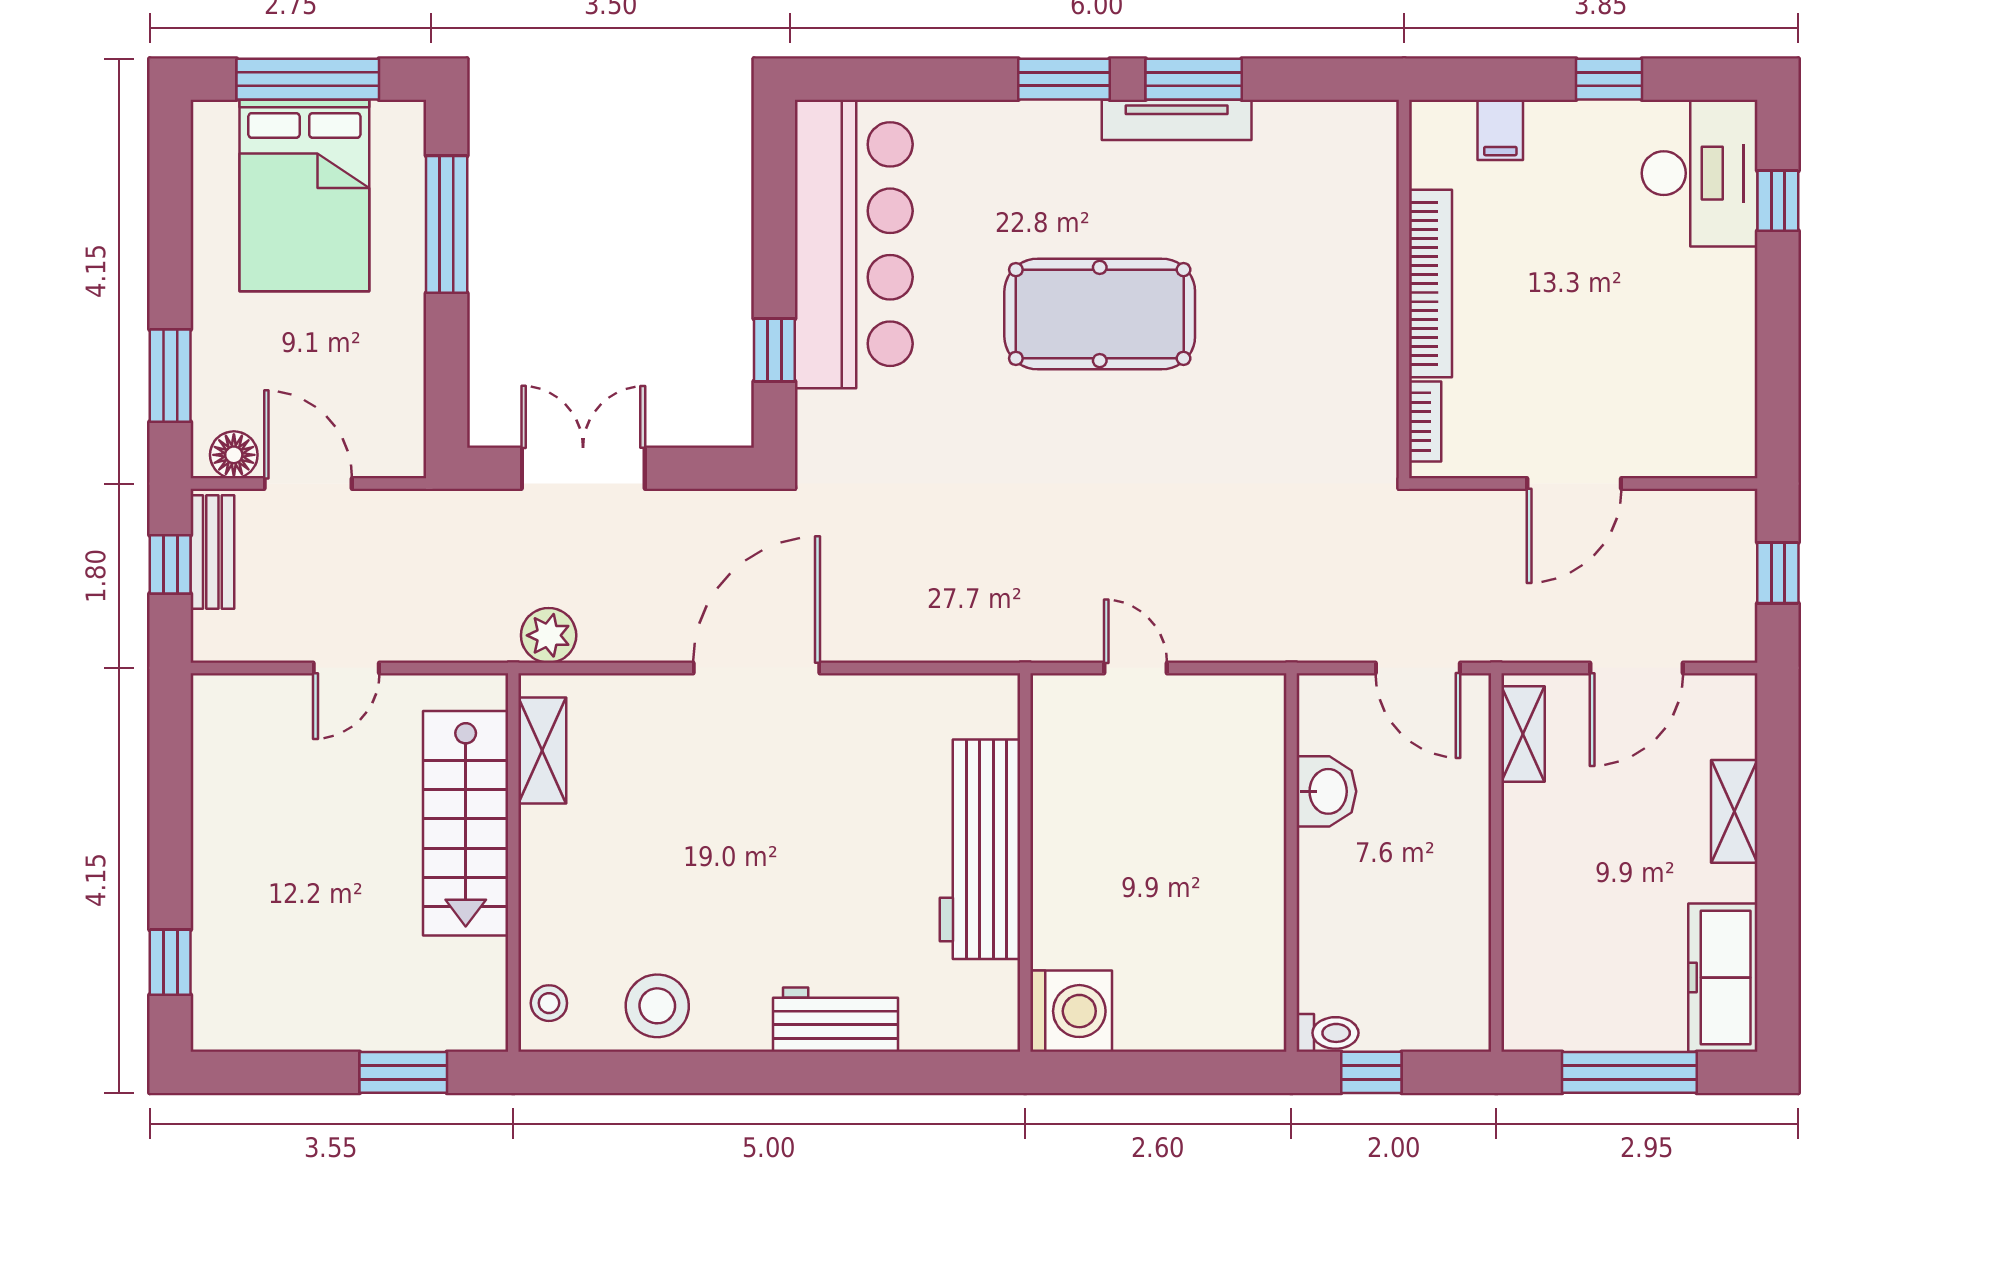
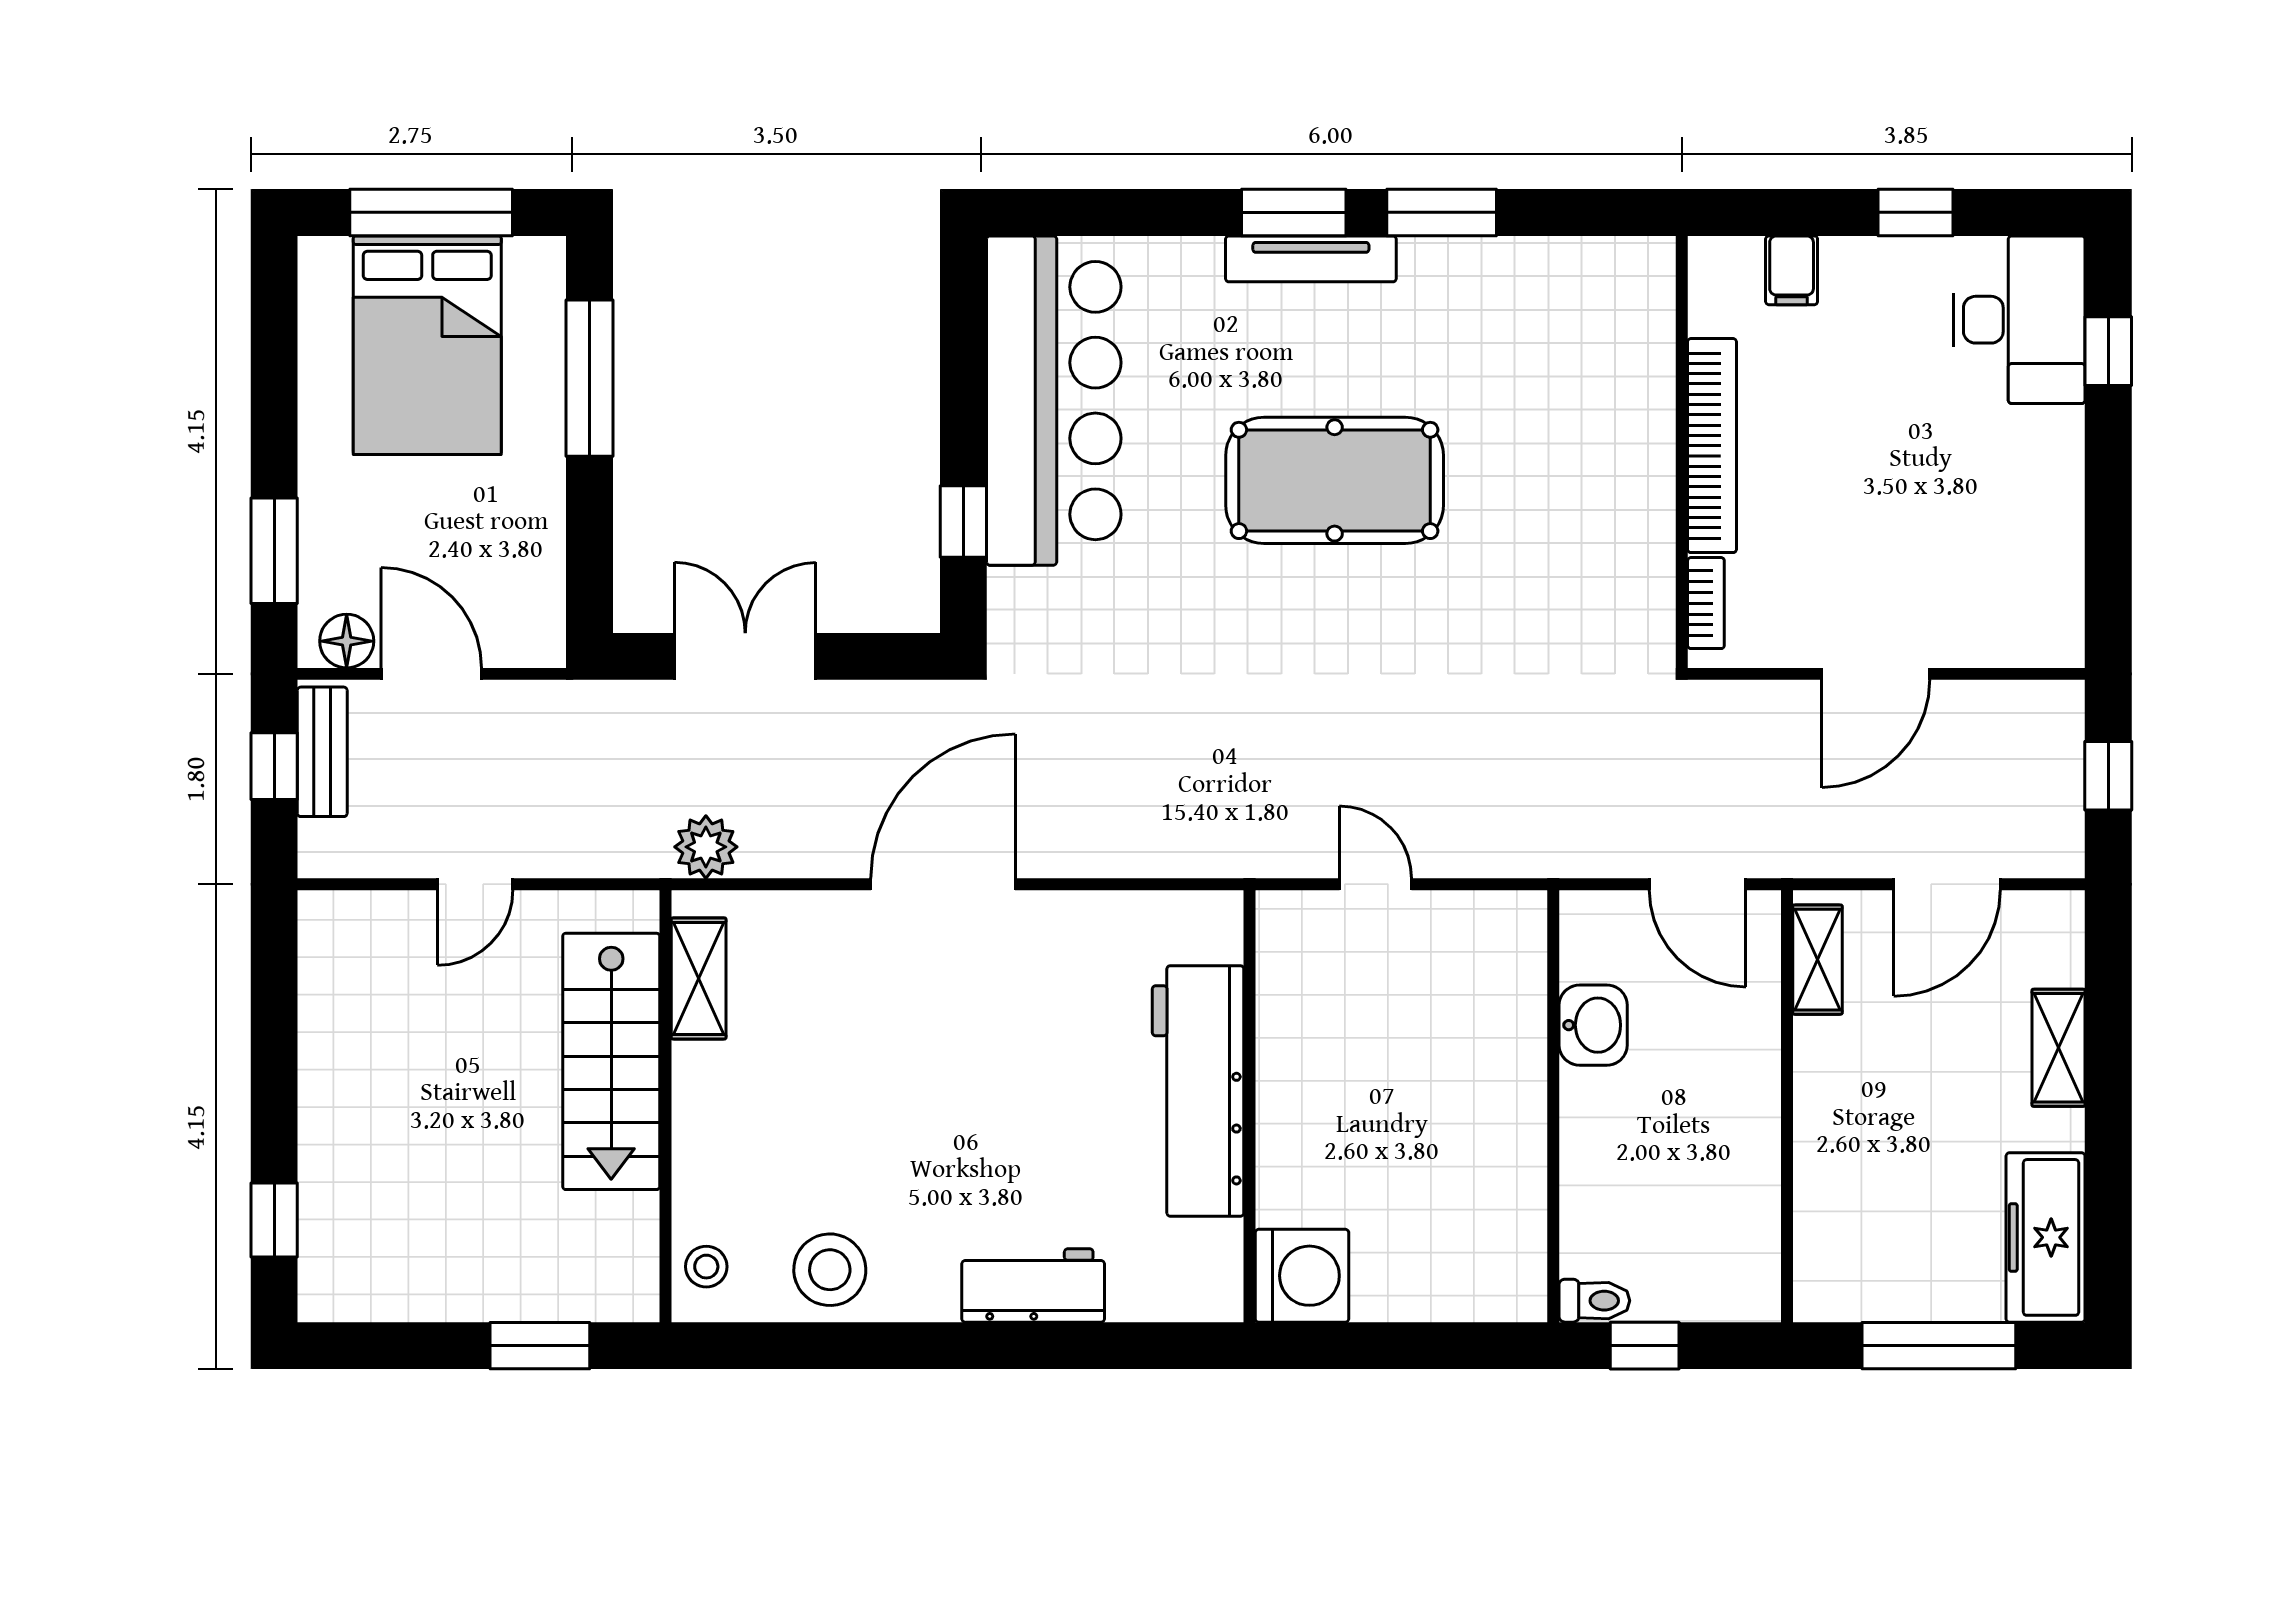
tv unit: (1177, 120) -> (1311, 259), moved

